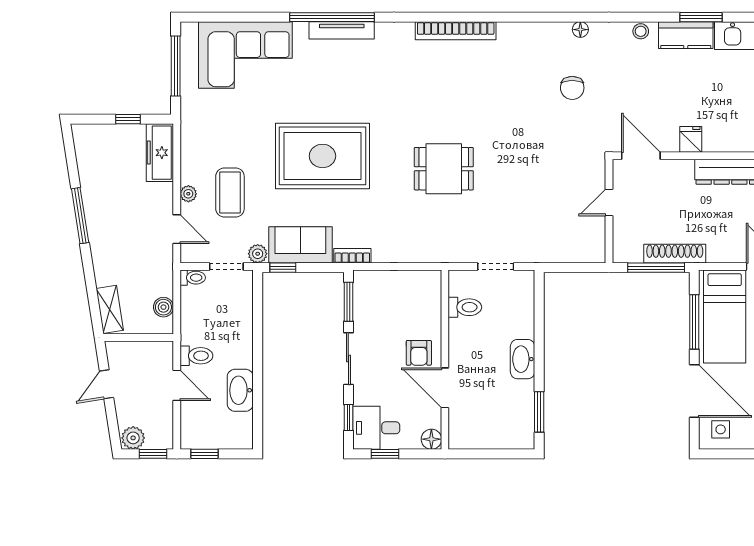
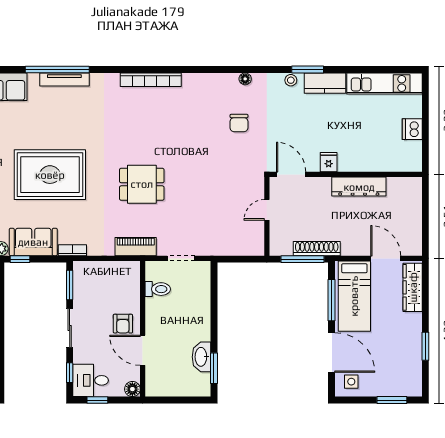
window: (701, 17) -> (308, 70), moved
piano: (436, 251) -> (136, 247), added
washbasin: (523, 359) -> (201, 357), moved

